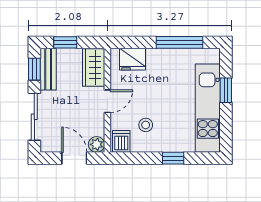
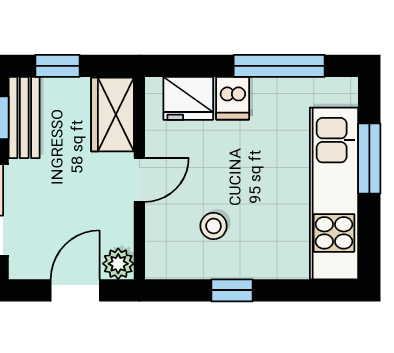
window: (226, 90) -> (369, 159), width x1.50
dishwasher: (121, 141) -> (233, 98), moved, turned 180
door: (74, 158) -> (75, 290), hinge flipped
window: (173, 158) -> (232, 290), moved

